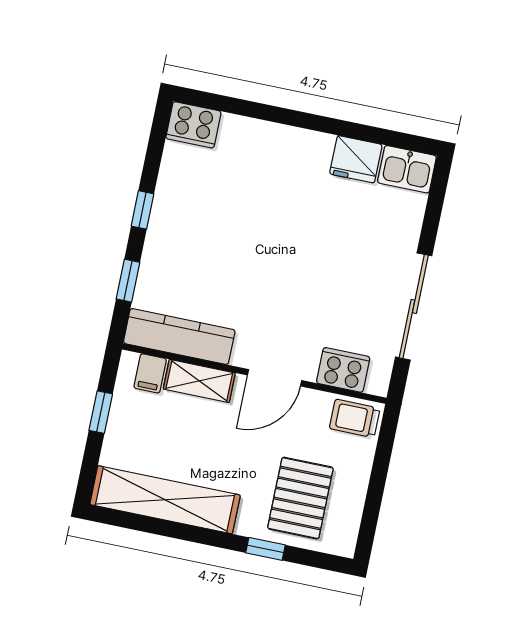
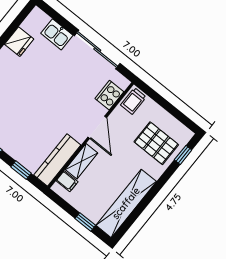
kitchen sink: (407, 169) -> (57, 34), moved, turned 90
window: (101, 412) -> (85, 222), moved
window: (265, 549) -> (183, 155), moved

